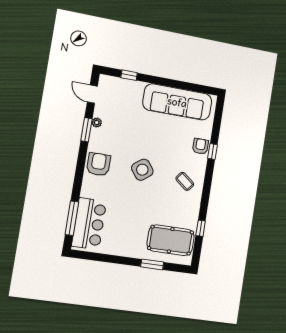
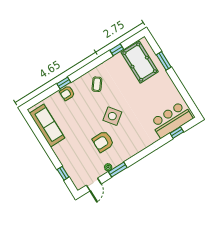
sofa: (177, 102) -> (47, 126), width x0.74, depth x0.79
armchair: (98, 164) -> (103, 142), moved
window: (72, 218) -> (177, 133), width x0.46

